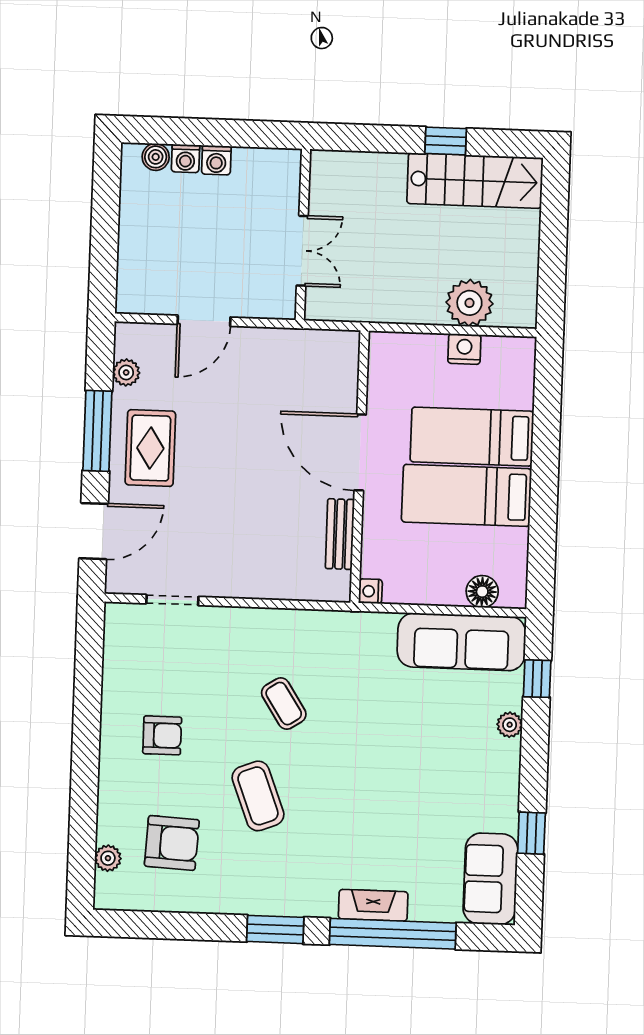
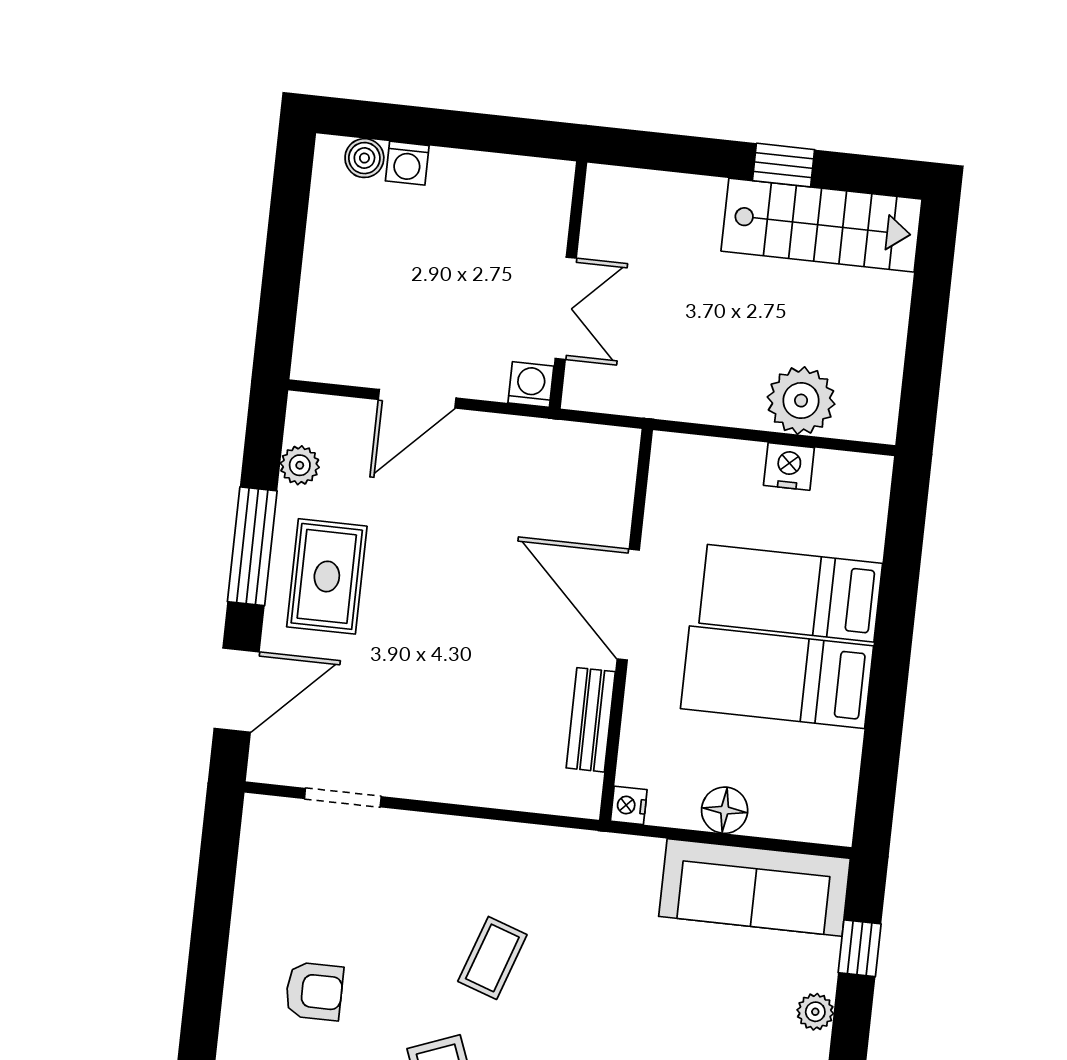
washing machine: (216, 160) -> (531, 385), moved, turned 180
floor lamp: (482, 592) -> (725, 810), moved
coffee table: (284, 704) -> (492, 958), turned 52

